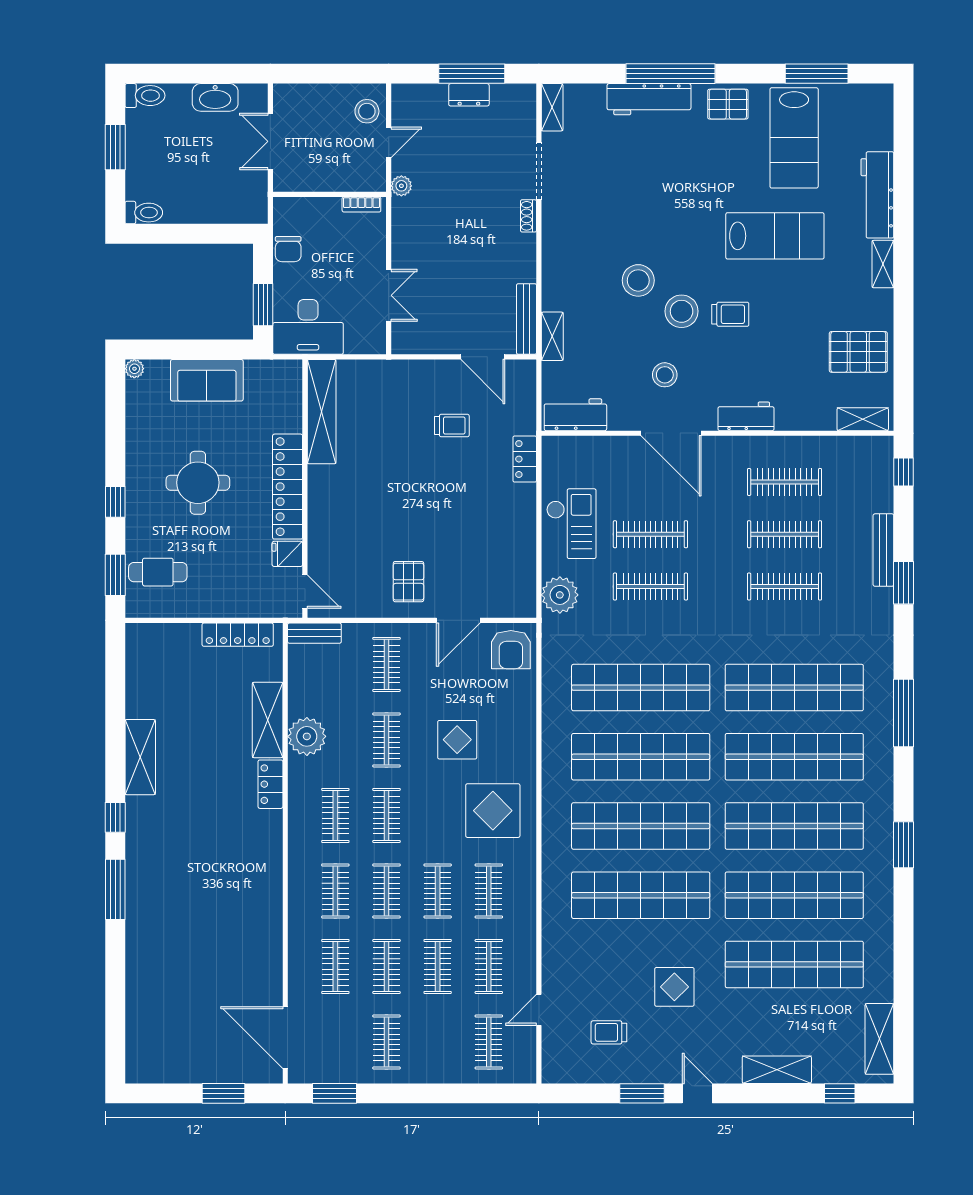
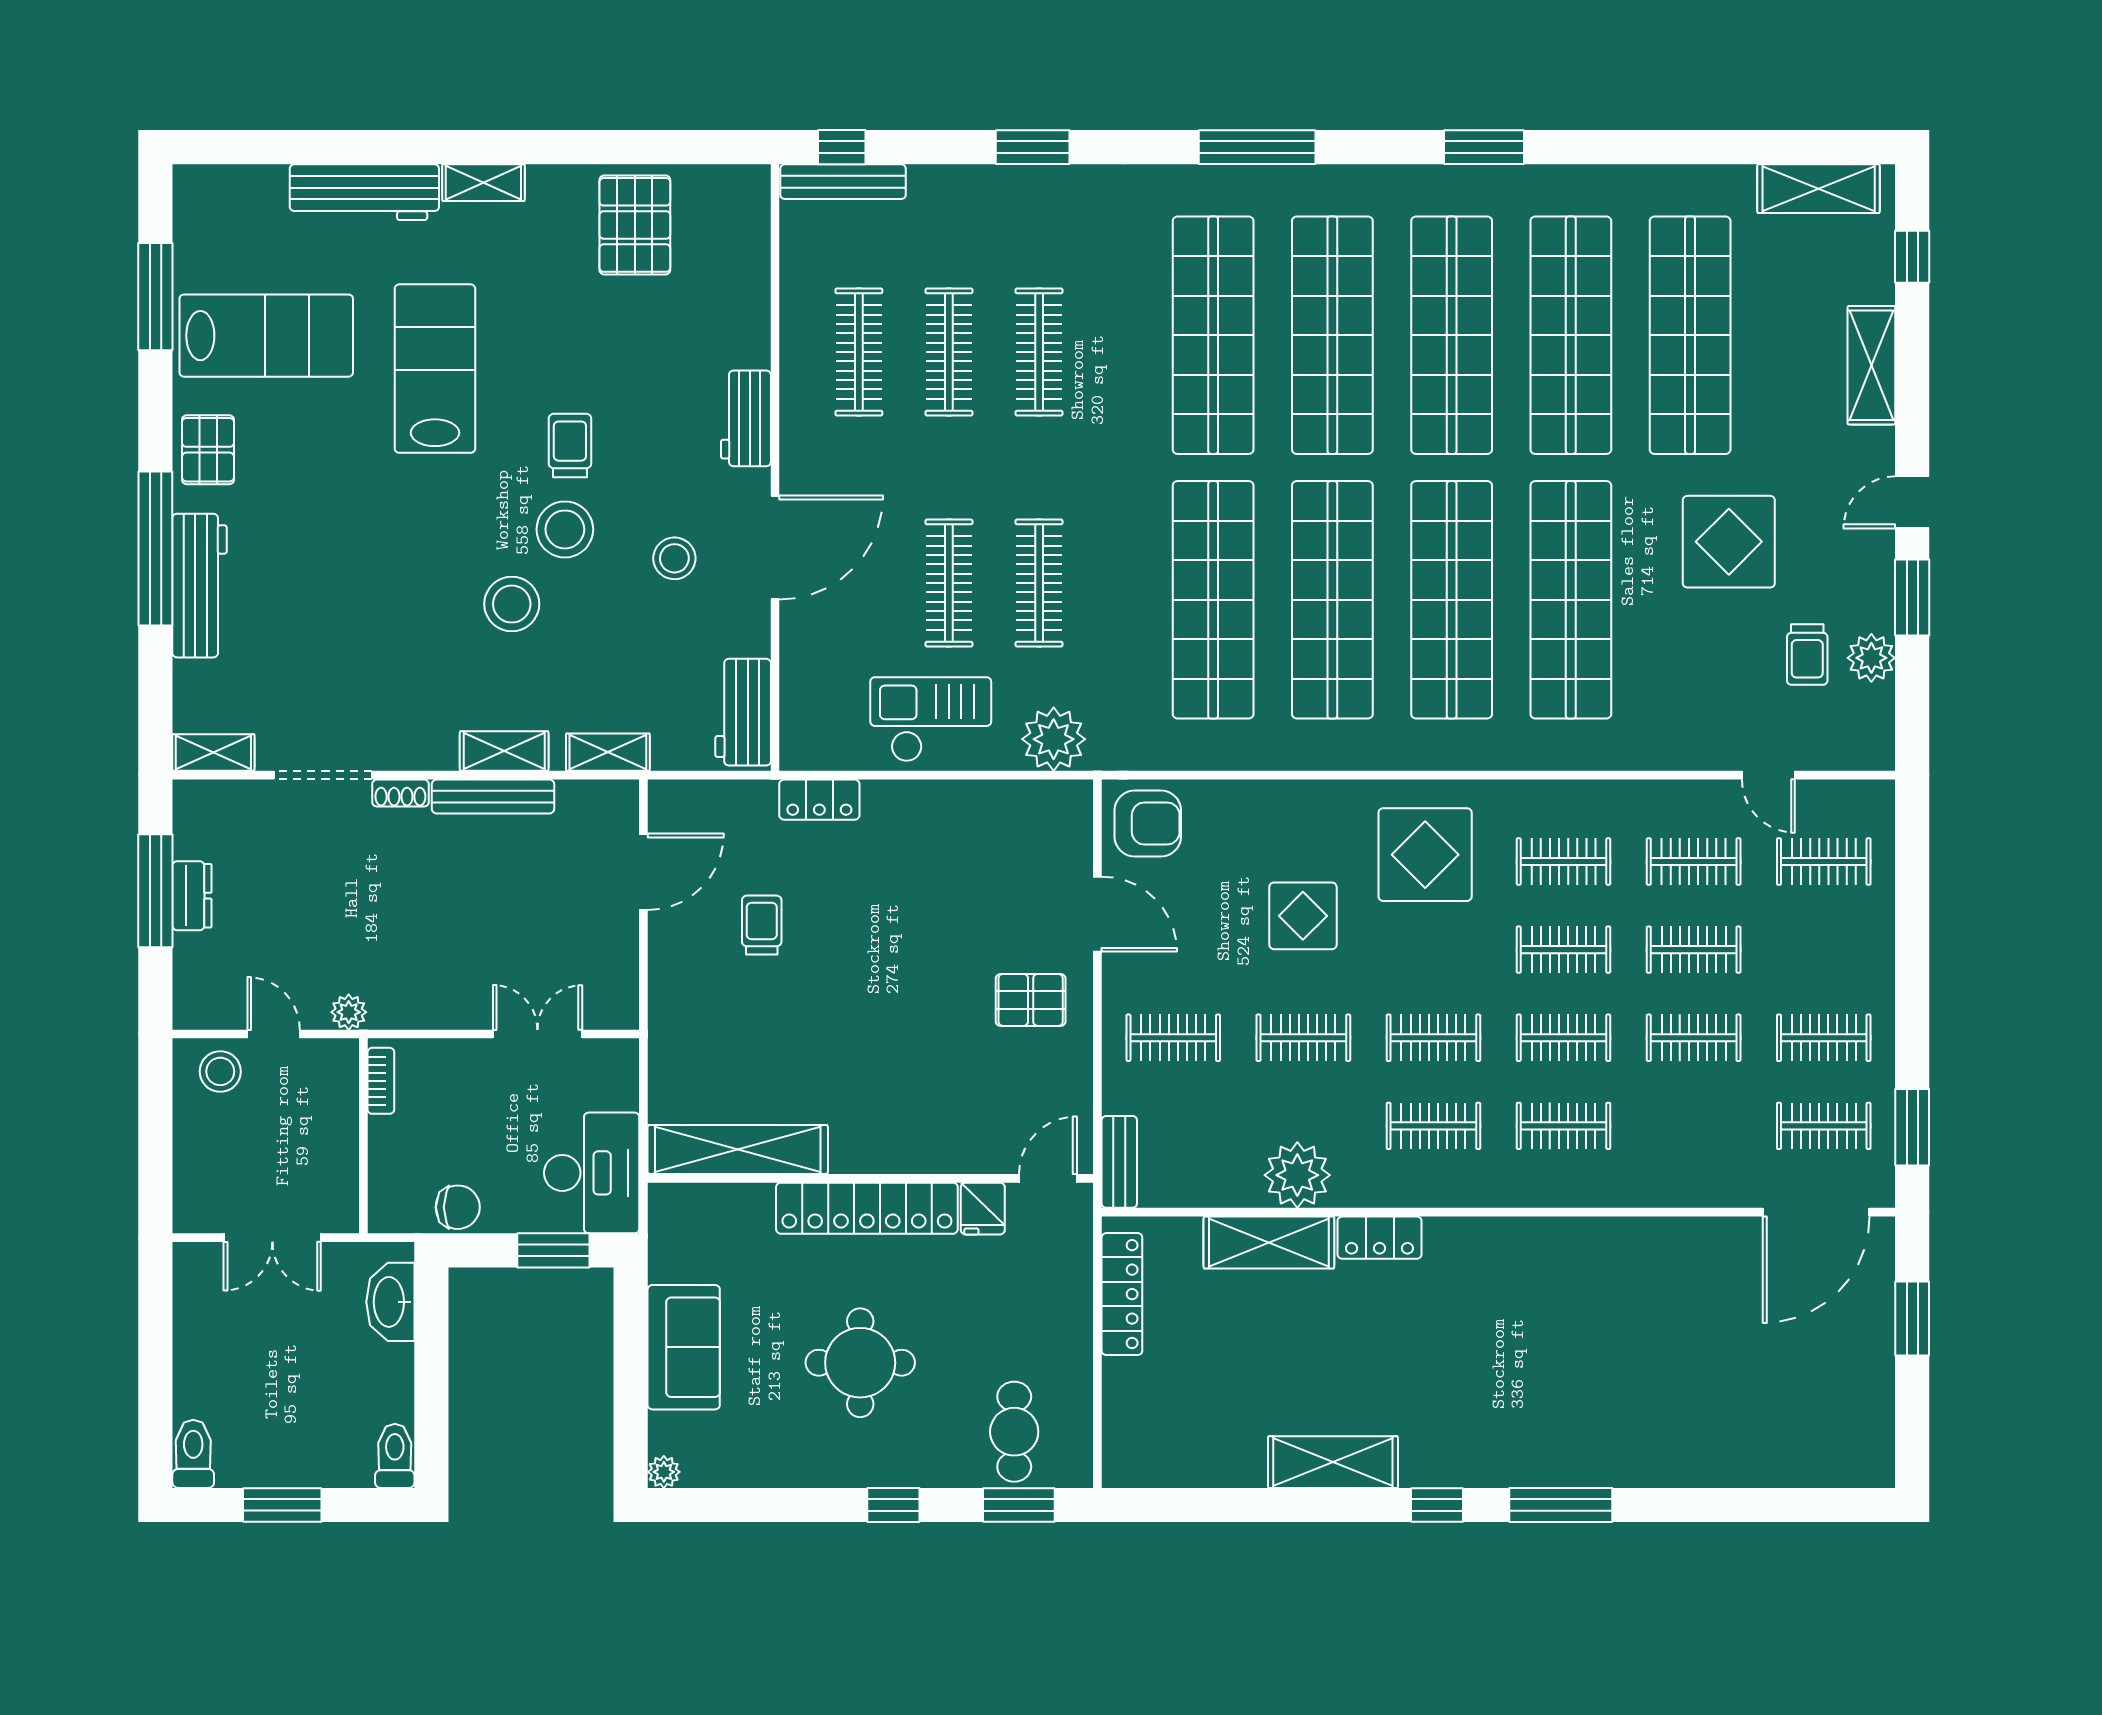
washbasin: (215, 97) -> (390, 1302), moved, turned 180
bench: (527, 319) -> (493, 796), moved
shelving: (863, 419) -> (504, 751), moved, turned 90
bench: (883, 550) -> (843, 182), moved
clothes rail: (335, 966) -> (1824, 1126), moved
display table: (674, 987) -> (1729, 542), width x1.36, depth x1.36
plant: (607, 1070) -> (1871, 658), added

